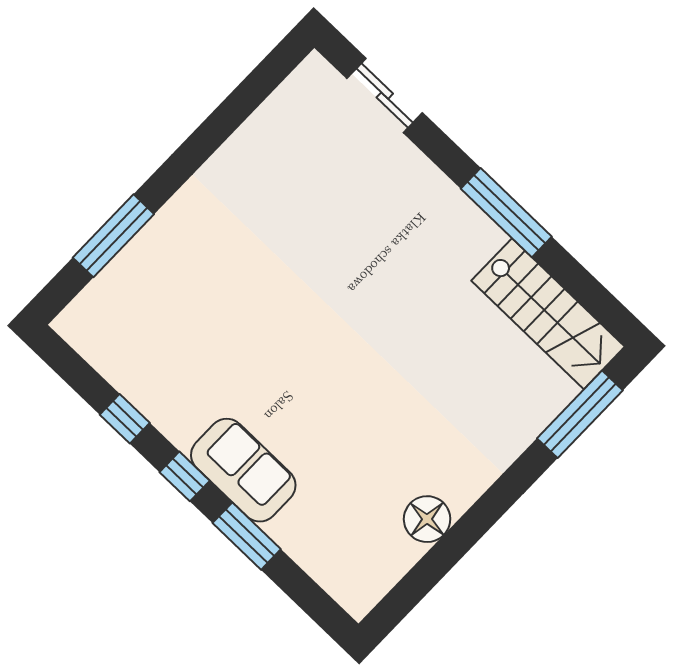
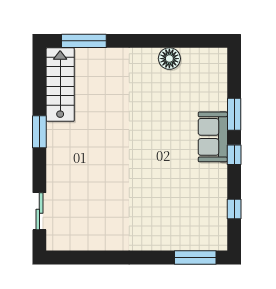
window: (506, 213) -> (39, 132), width x0.69
window: (113, 236) -> (195, 257), moved
window: (125, 419) -> (234, 209), moved

